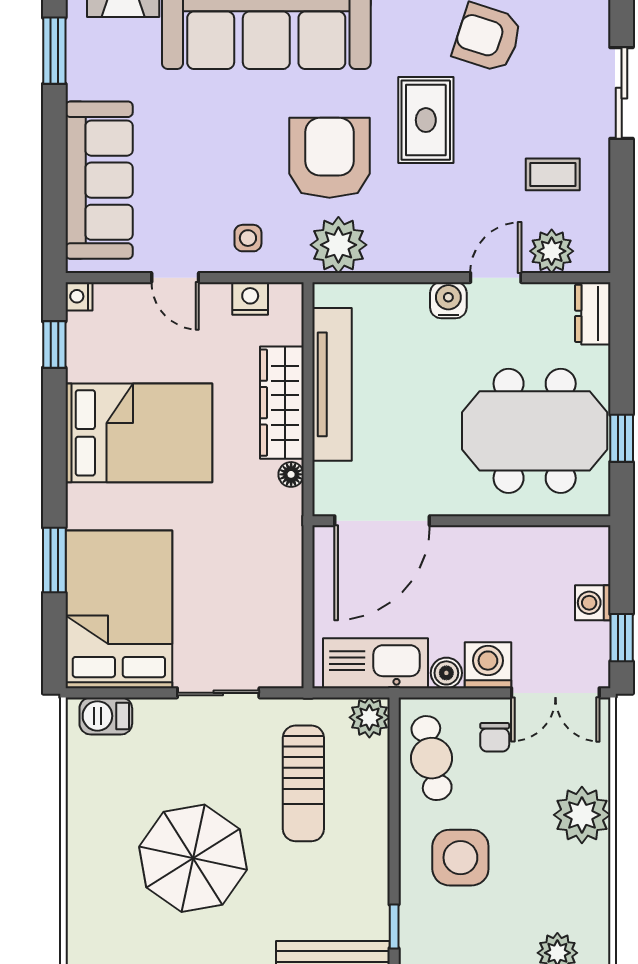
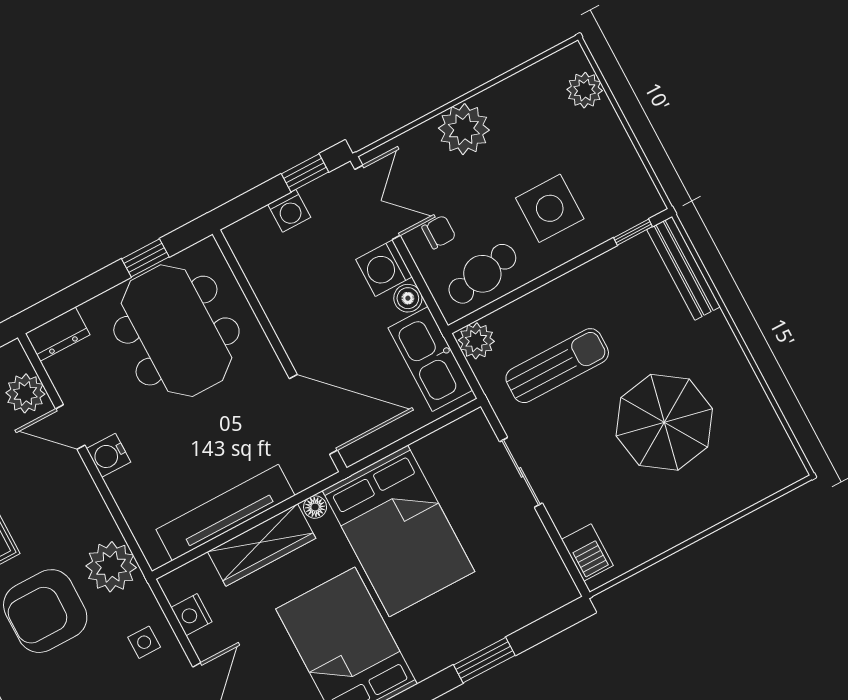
bed: (119, 609) -> (398, 531), moved, turned -90

